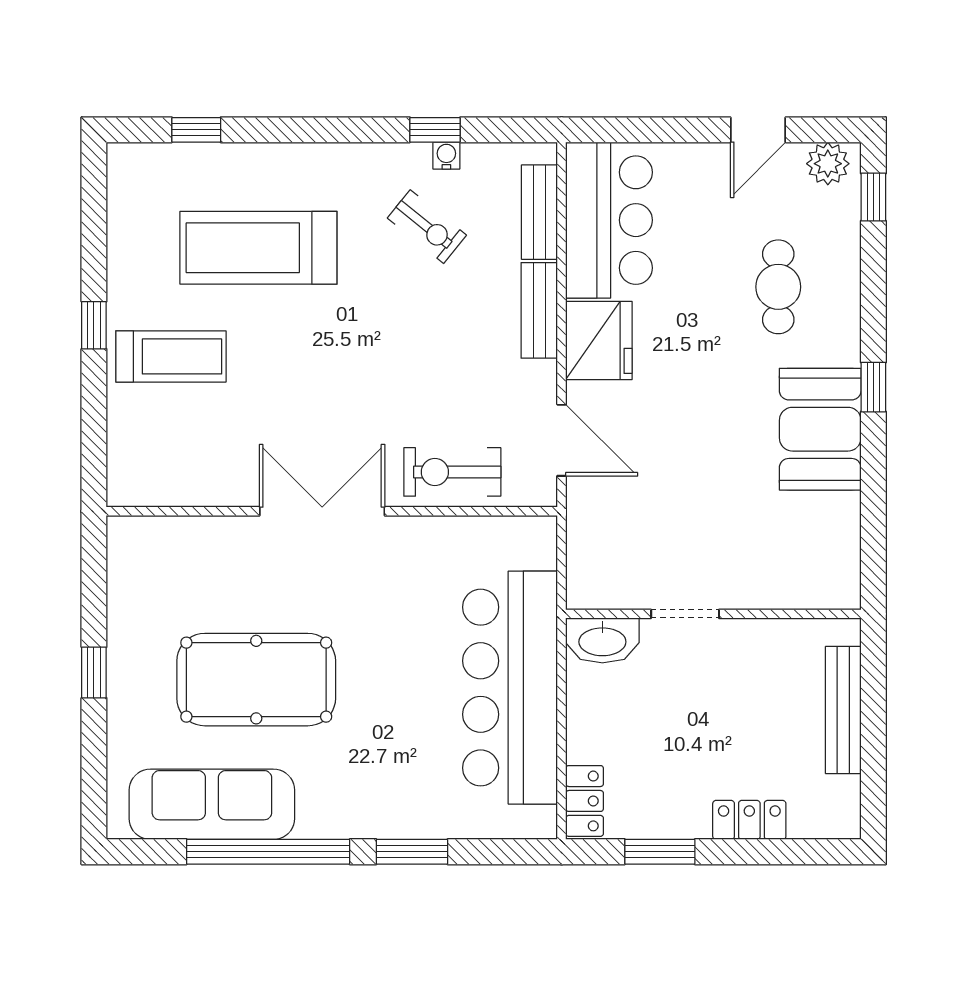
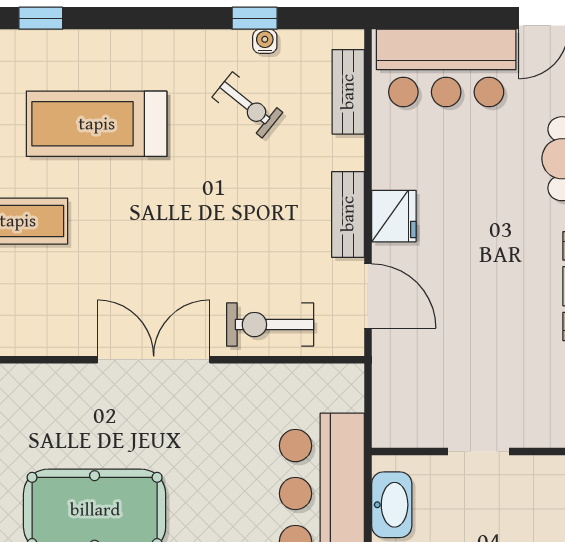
bar counter: (609, 220) -> (446, 68), moved, turned 90
bench: (539, 310) -> (348, 214), moved
fridge: (599, 340) -> (394, 216), width x0.73, depth x0.75
washbasin: (602, 640) -> (392, 505), moved, turned -90

